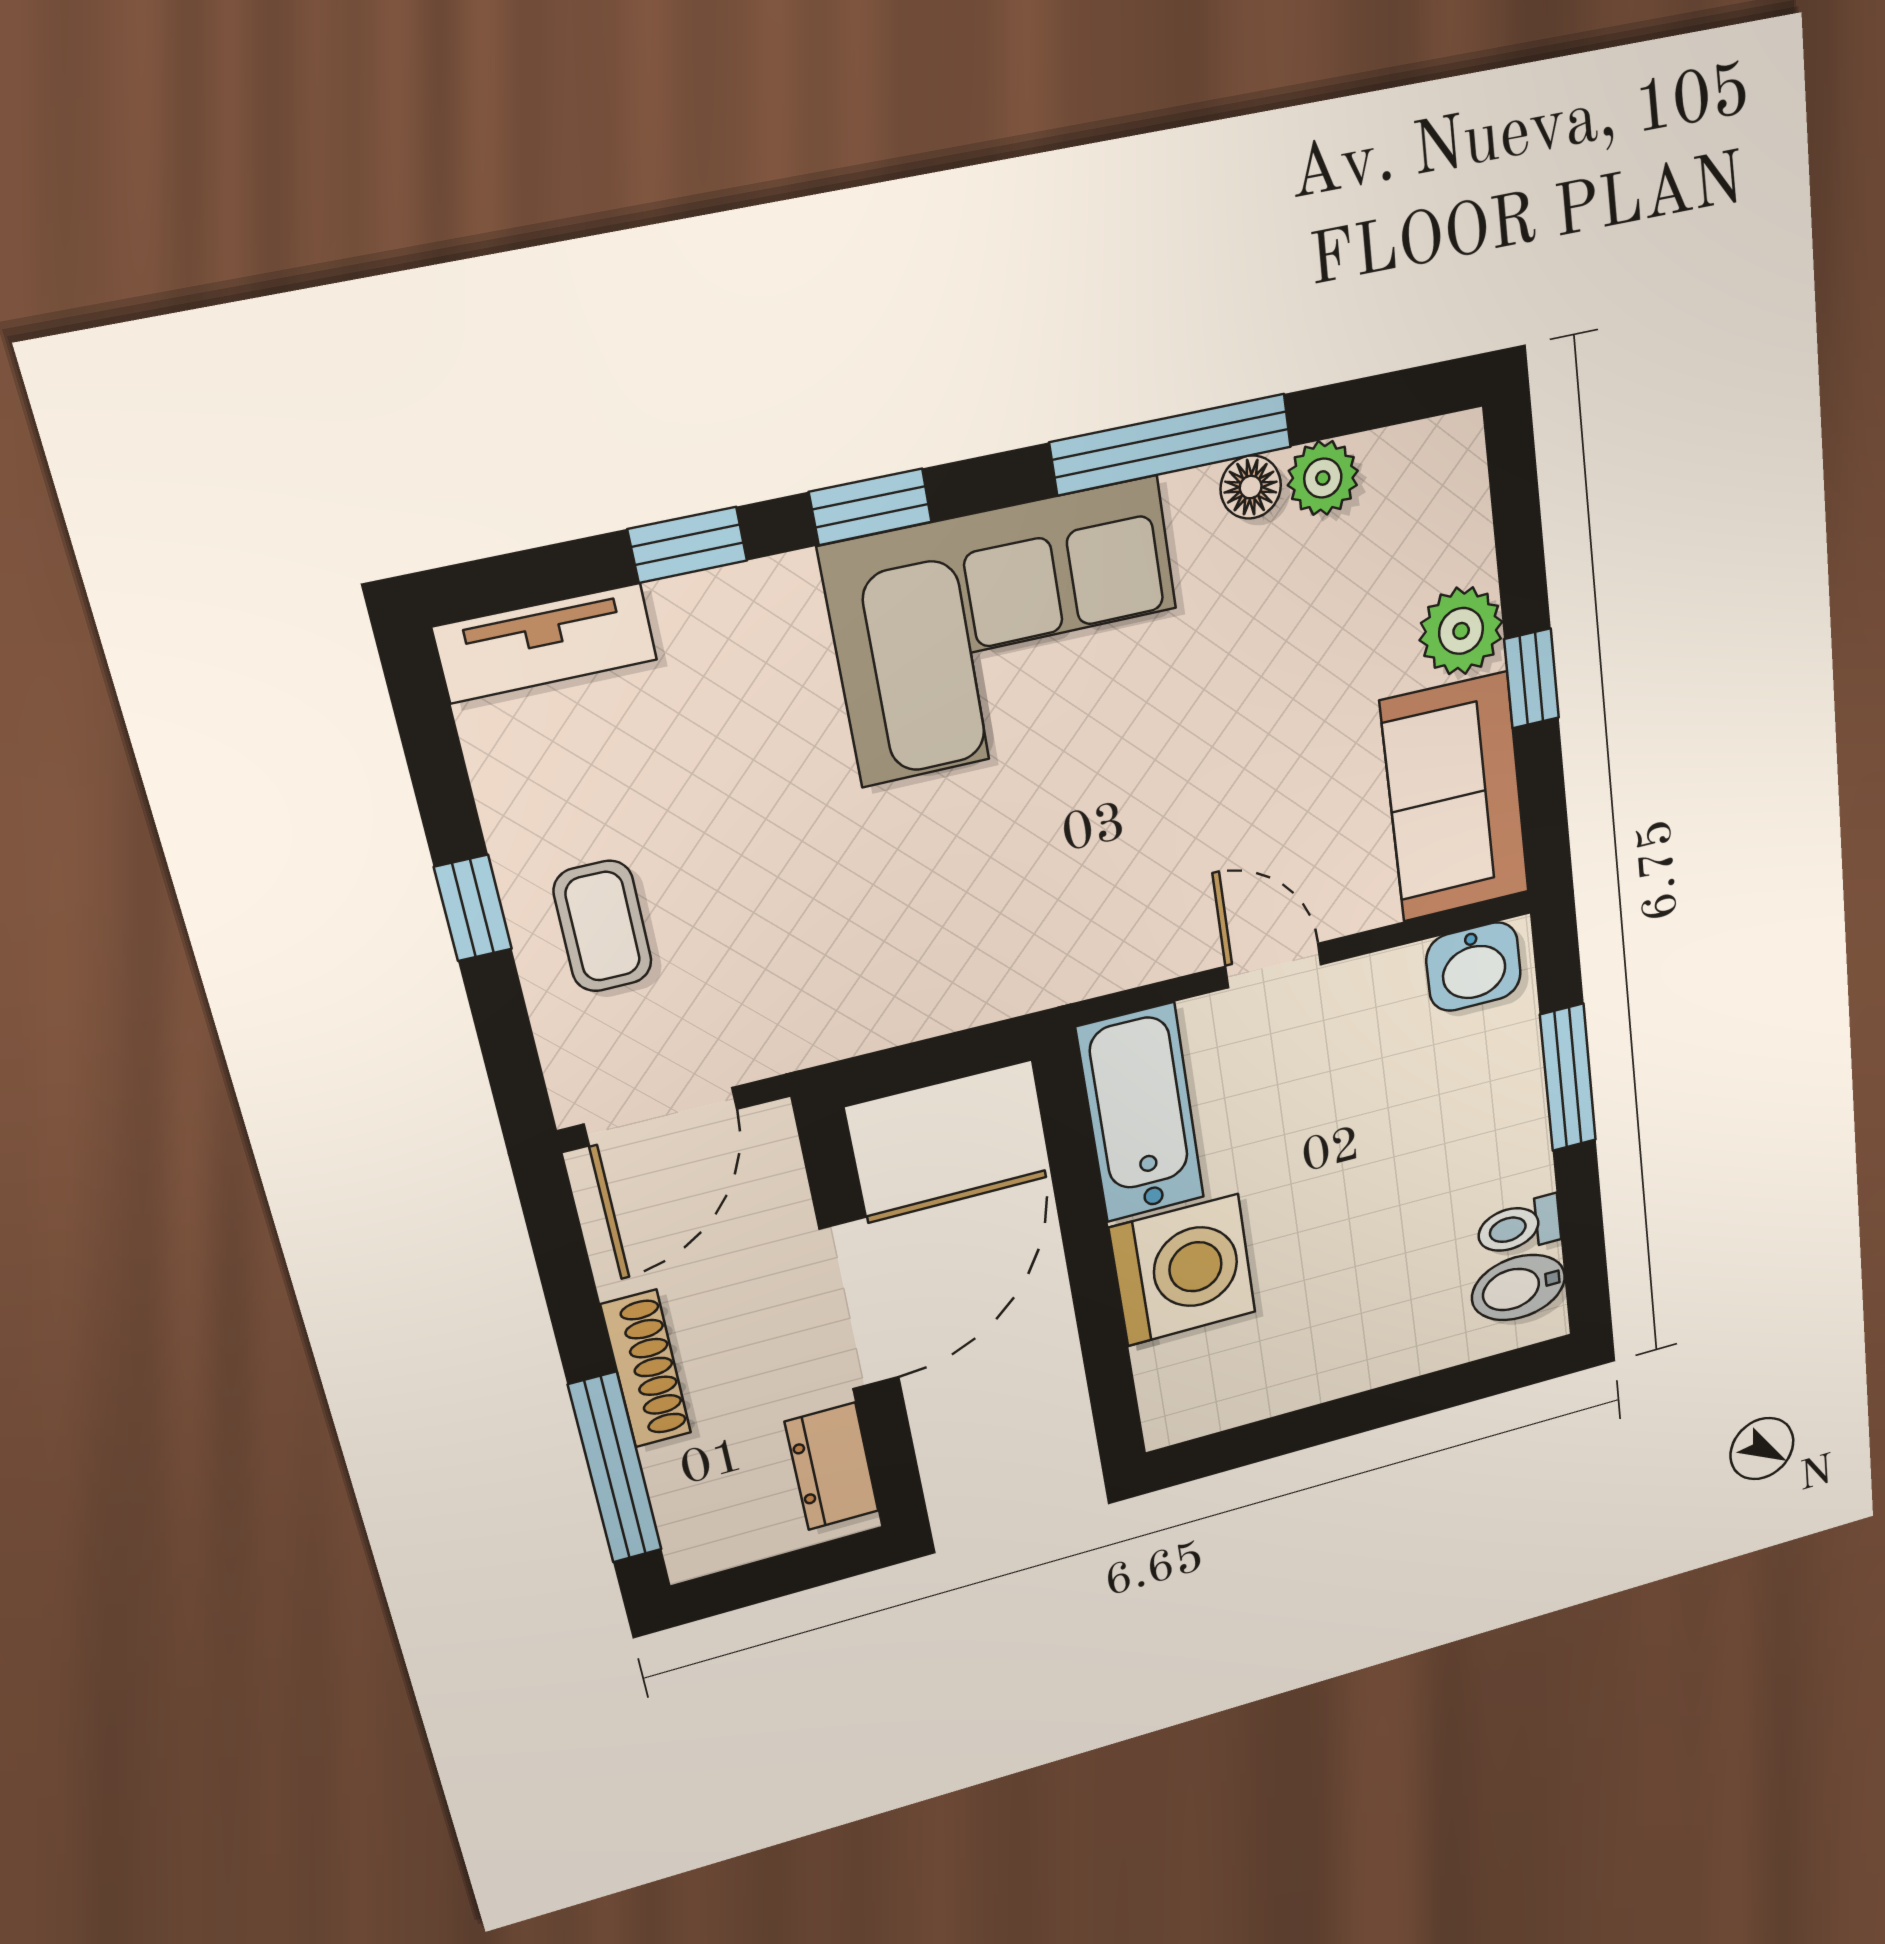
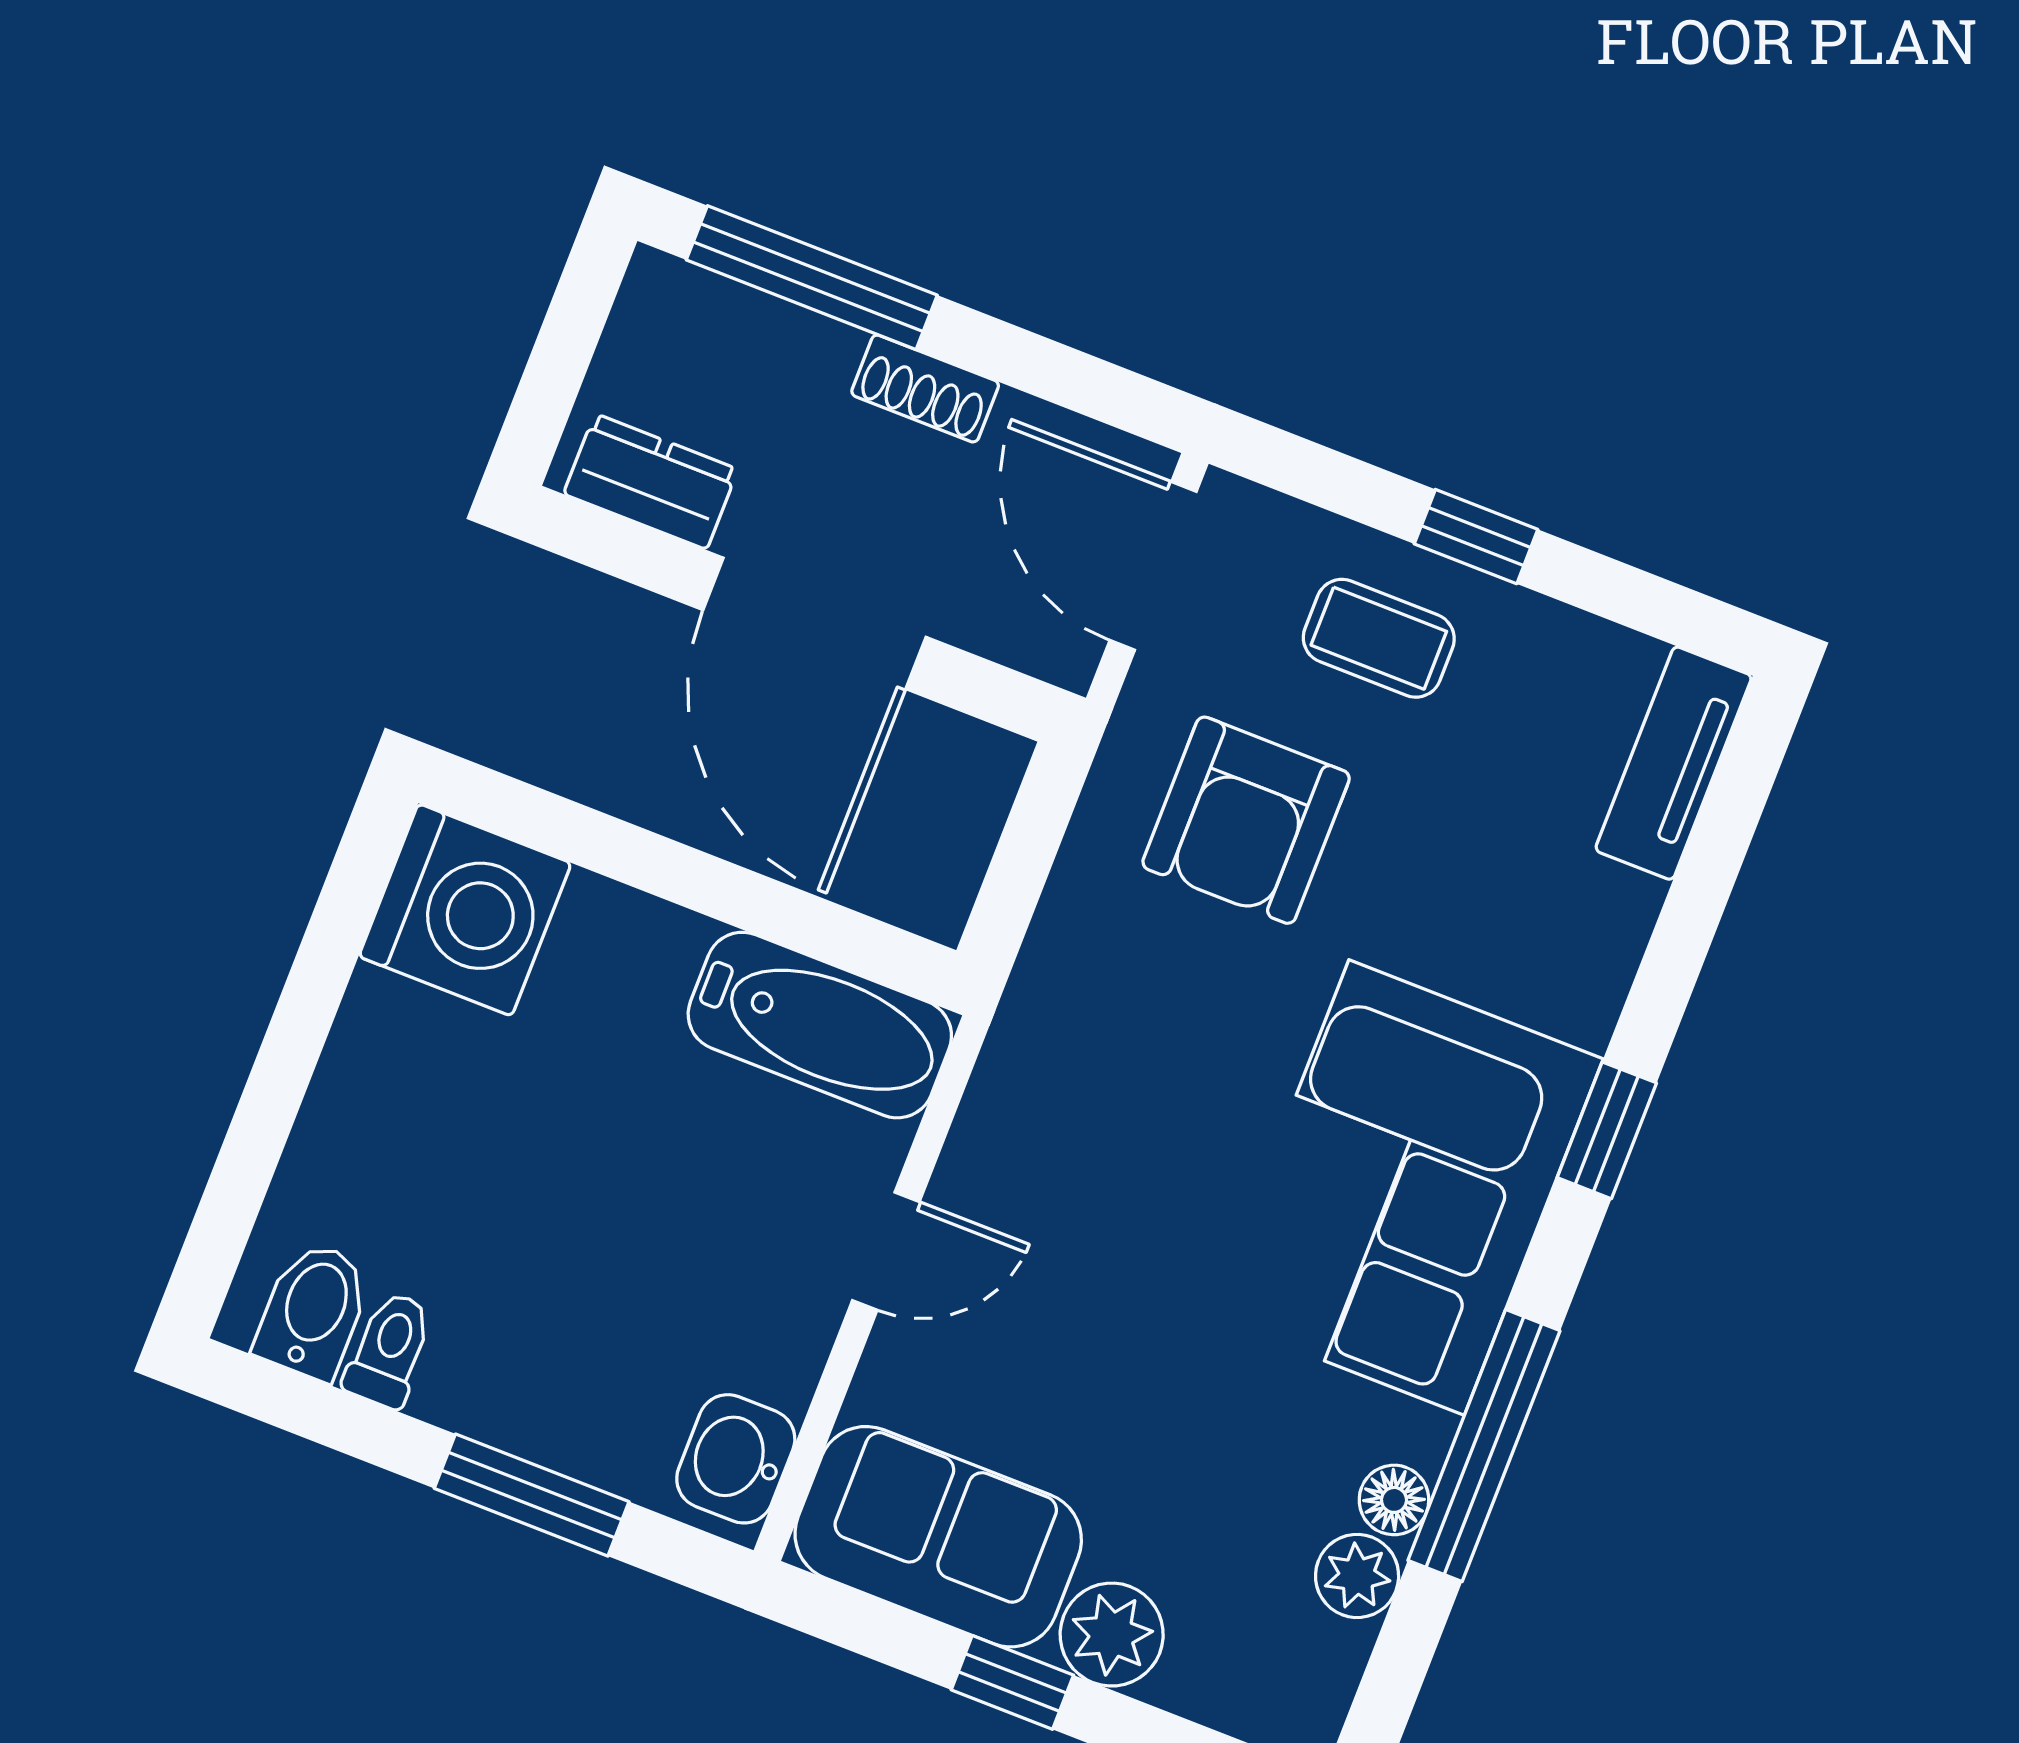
window: (687, 545) -> (1679, 945), removed
armchair: (806, 929) -> (1246, 820), added
washing machine: (1183, 1270) -> (465, 910), moved, turned -90
shoe rack: (646, 1369) -> (925, 388), width x0.70

